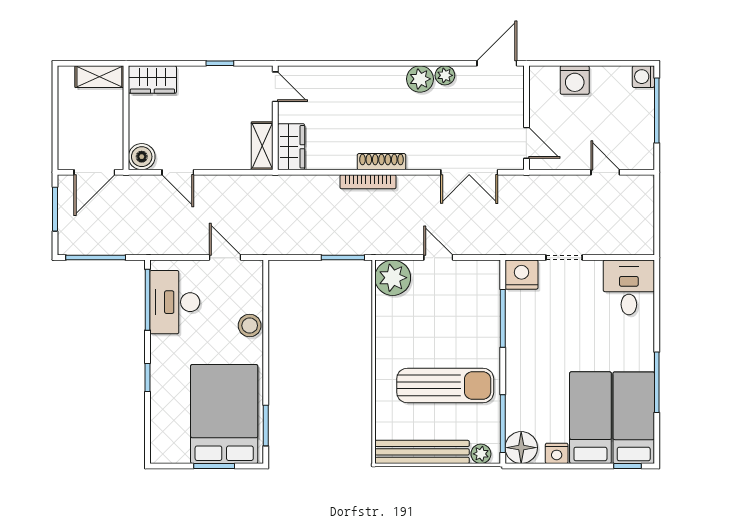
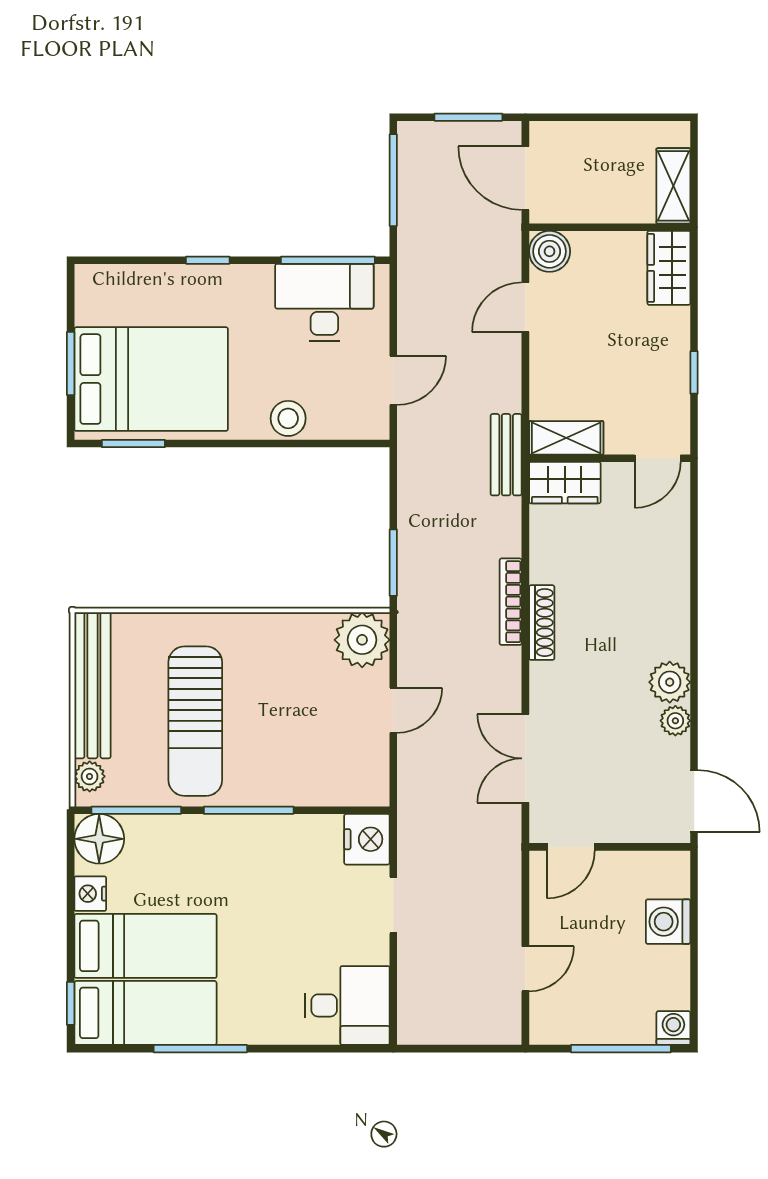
bench: (273, 185) -> (506, 455), added
window: (503, 318) -> (249, 810), moved

